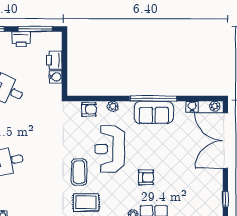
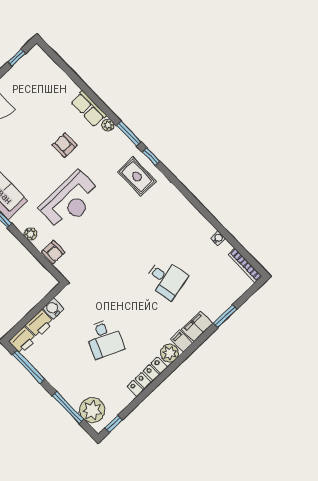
printer: (21, 39) -> (23, 340), moved, turned 90
armchair: (89, 109) -> (53, 252), turned 180
coffee table: (79, 172) -> (116, 208), removed

